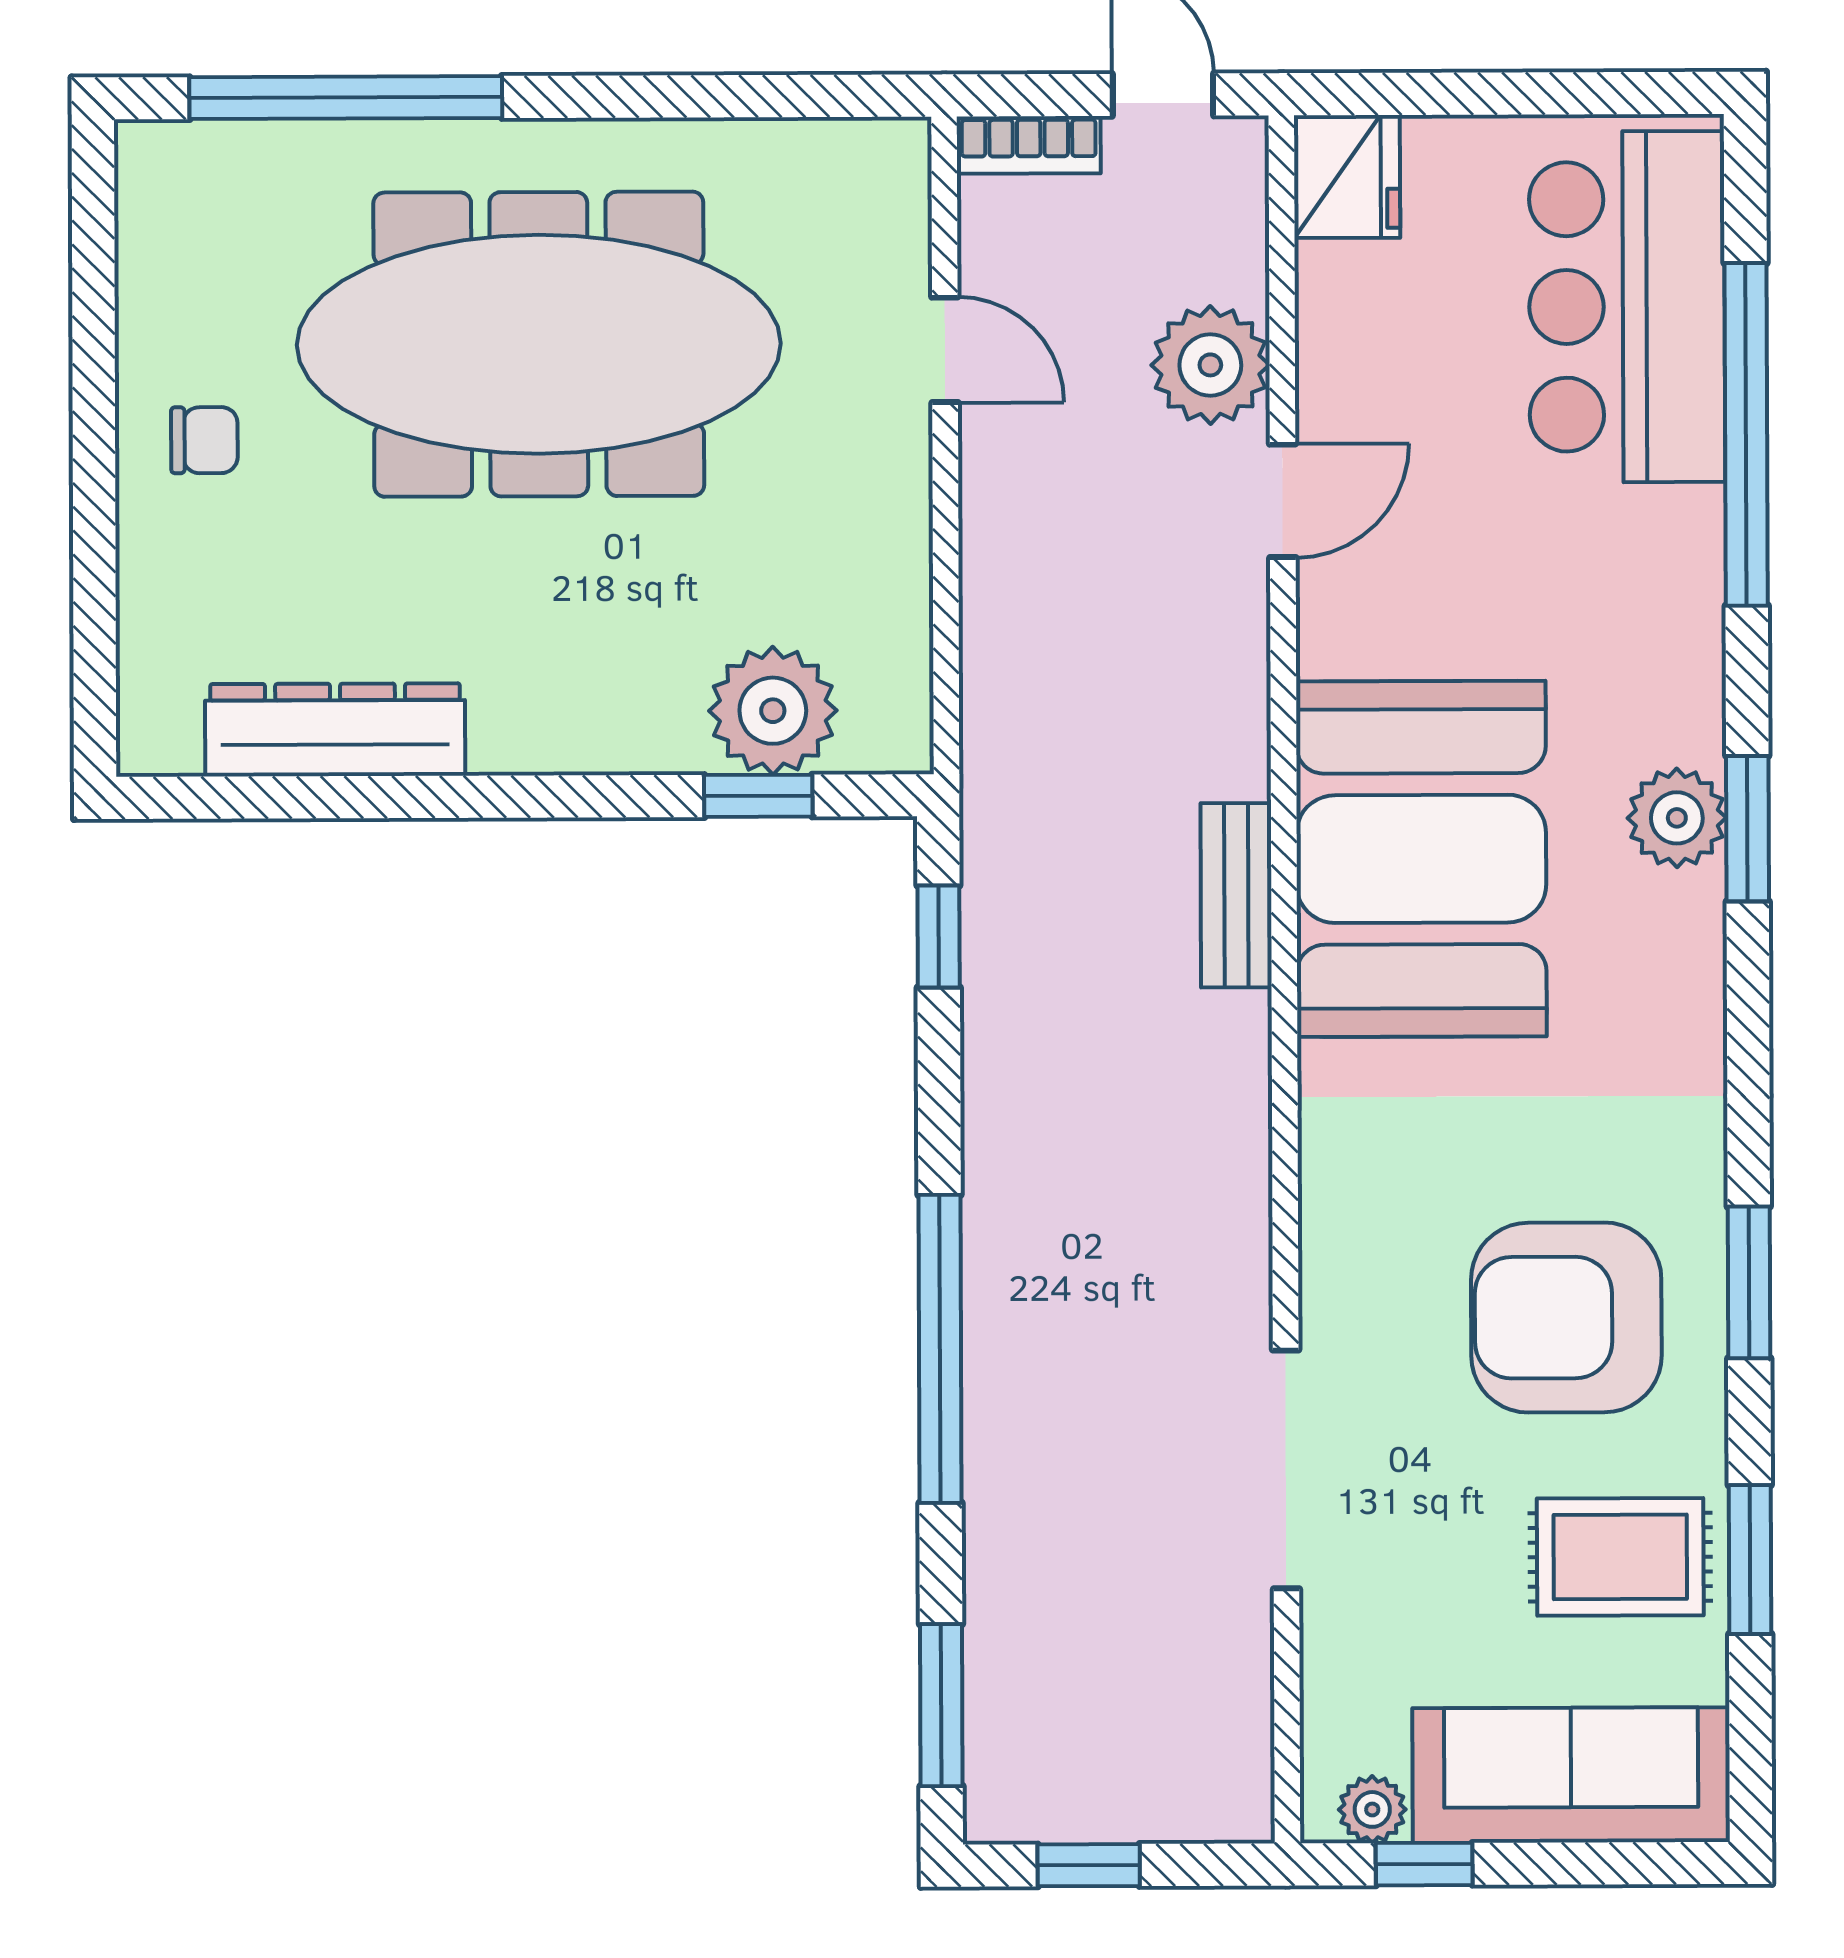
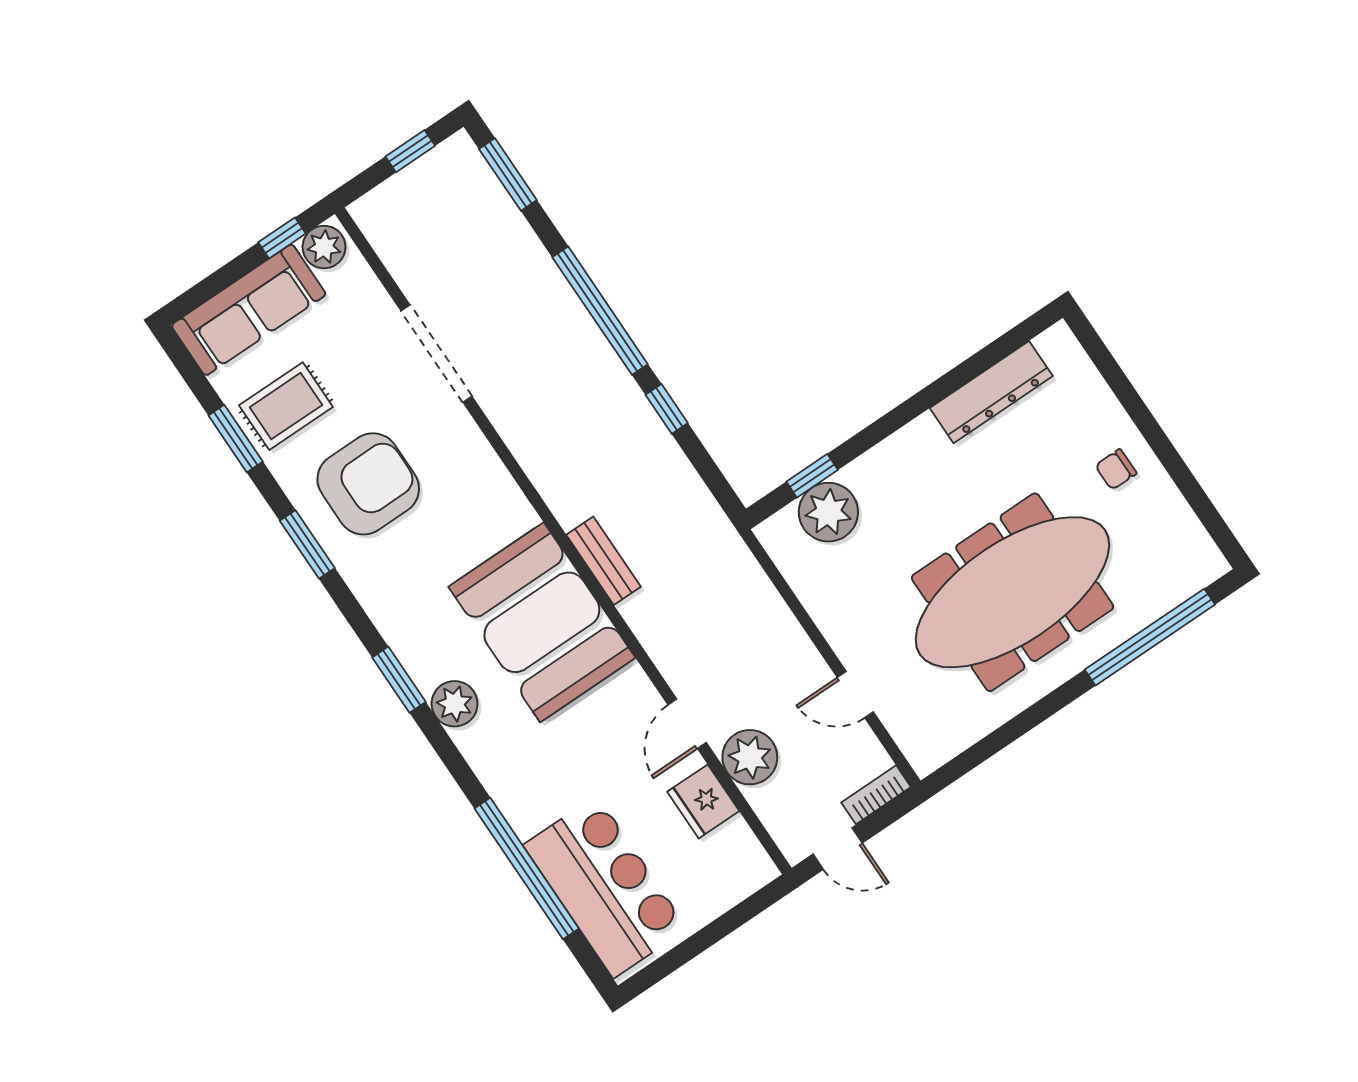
fridge: (1347, 177) -> (703, 801), moved
window: (1747, 829) -> (399, 680), moved
window: (939, 936) -> (667, 409), moved
plant: (1372, 1809) -> (324, 247), width x1.38, depth x1.38

